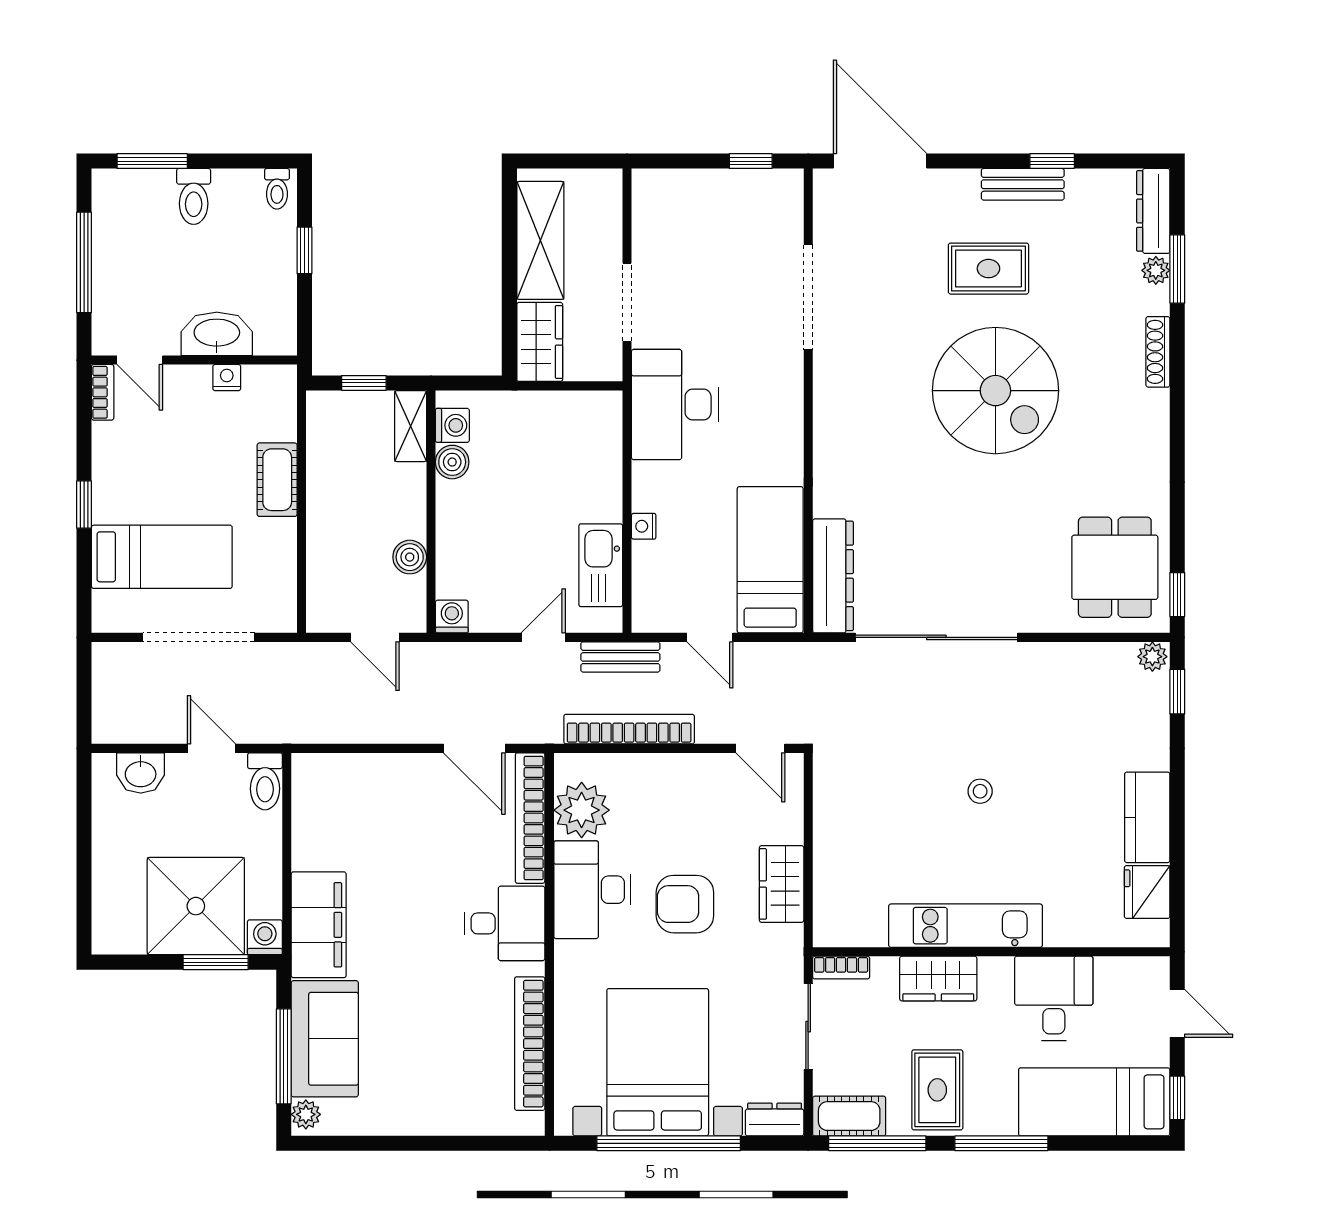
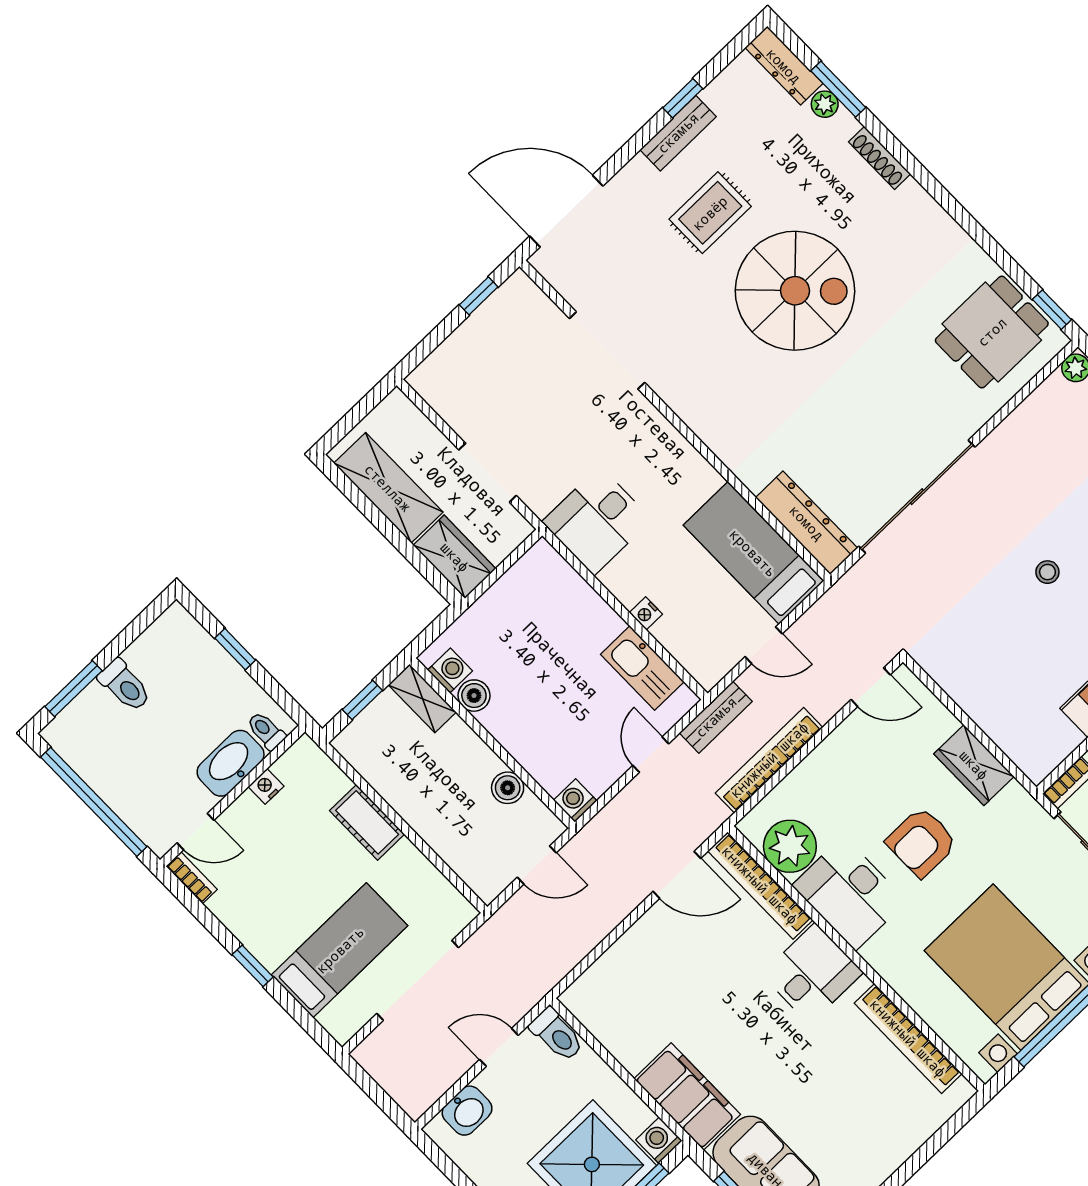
toilet: (277, 189) -> (266, 731), moved, turned 180
window: (84, 262) -> (94, 802), width x1.46
desk: (675, 405) -> (597, 521), width x0.73
dining table: (1115, 567) -> (992, 332), turned 90

